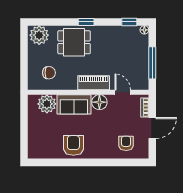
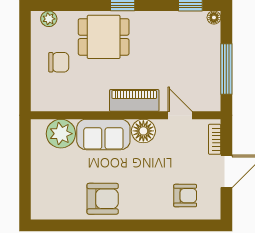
plant: (39, 35) -> (49, 19), width x0.53, depth x0.53
chair: (49, 73) -> (59, 62), moved
armchair: (126, 143) -> (185, 196), turned 90
armchair: (73, 145) -> (103, 199), turned 90

